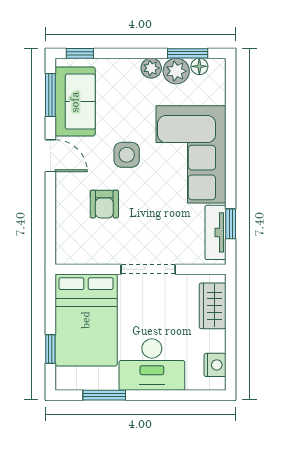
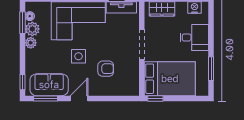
window: (50, 349) -> (155, 98), moved
desk: (152, 364) -> (194, 37), width x0.73

